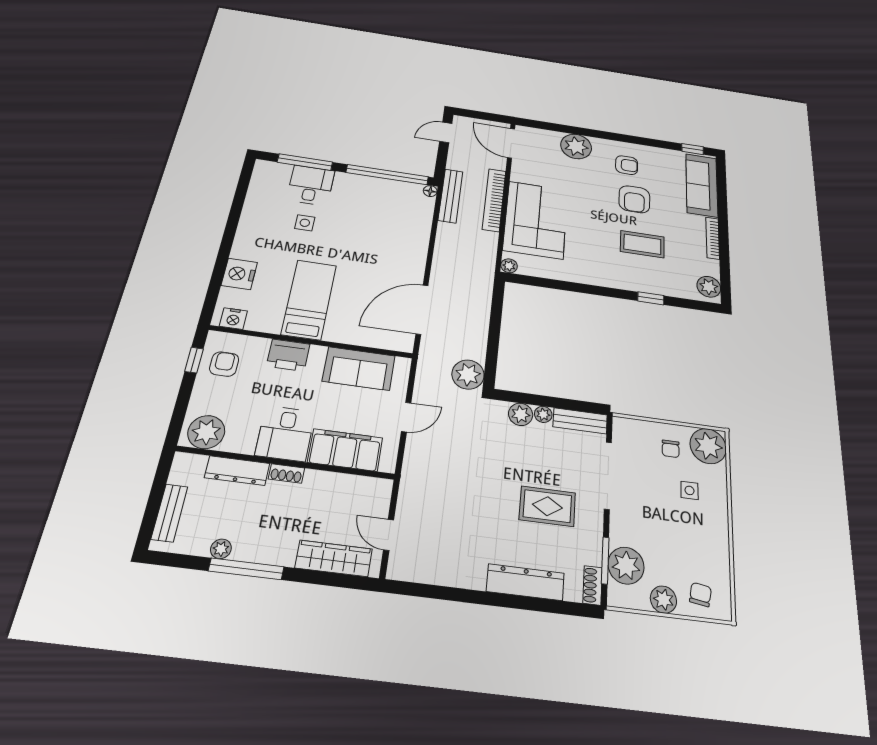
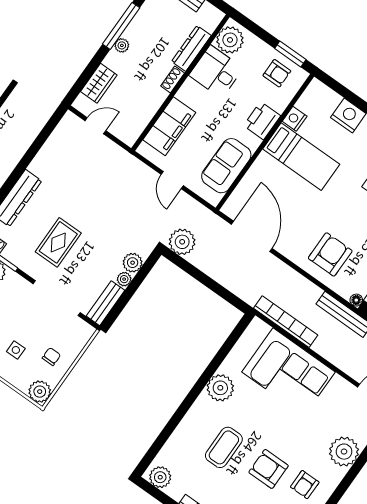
bookcase: (494, 200) -> (286, 322), moved
armchair: (398, 231) -> (330, 254), added
plant: (509, 266) -> (220, 388), moved, width x1.87, depth x1.87
window: (651, 298) -> (174, 422), removed
nightstand: (233, 319) -> (295, 119), moved
window: (194, 360) -> (290, 54), width x1.50
desk: (285, 434) -> (216, 72), moved
plant: (708, 446) -> (40, 392), width x0.73, depth x0.73
chair: (671, 449) -> (51, 357), turned 90
plant: (221, 549) -> (122, 45), moved
wardrobe: (334, 558) -> (99, 83), width x0.67

